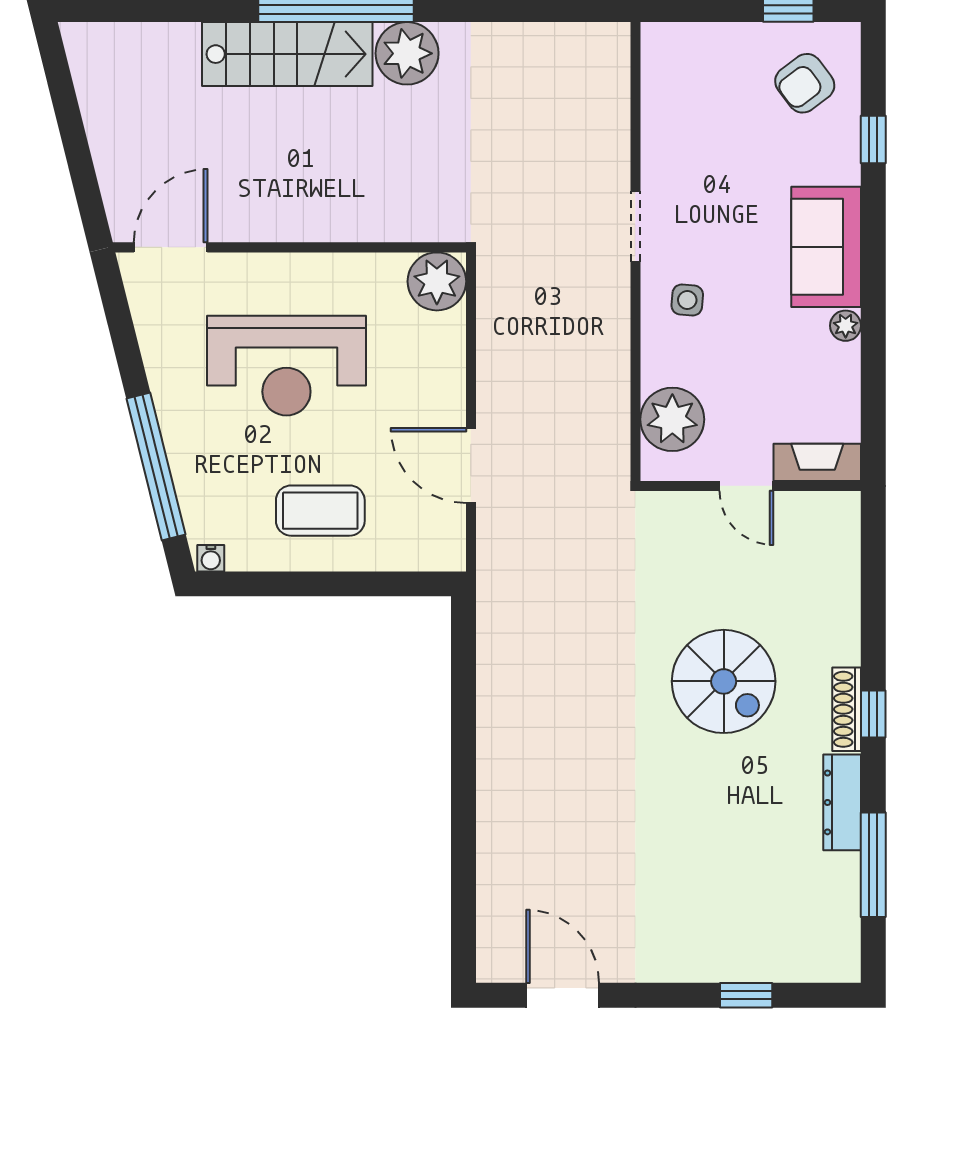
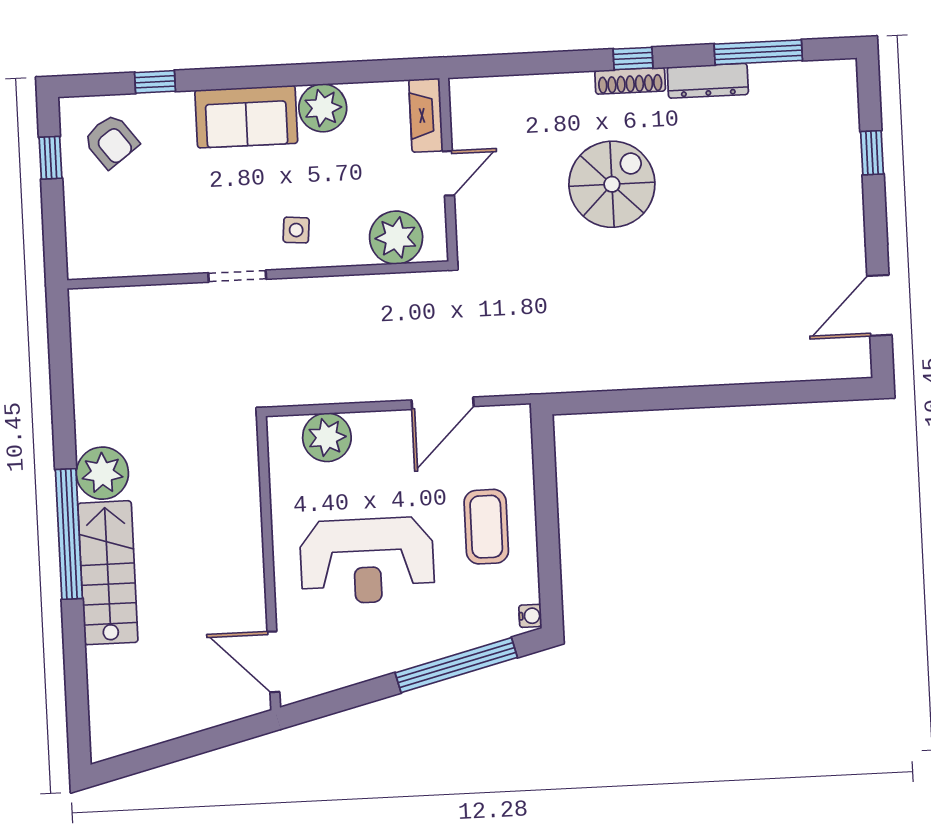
plant: (437, 281) -> (327, 437), moved
plant: (846, 326) -> (323, 108), width x1.88, depth x1.88
reception desk: (286, 366) -> (367, 561), turned 90

